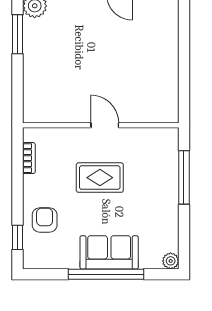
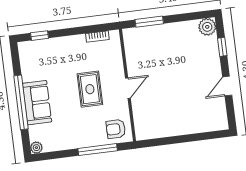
window: (18, 34) -> (149, 22), moved
armchair: (45, 220) -> (116, 129), moved, turned 180

